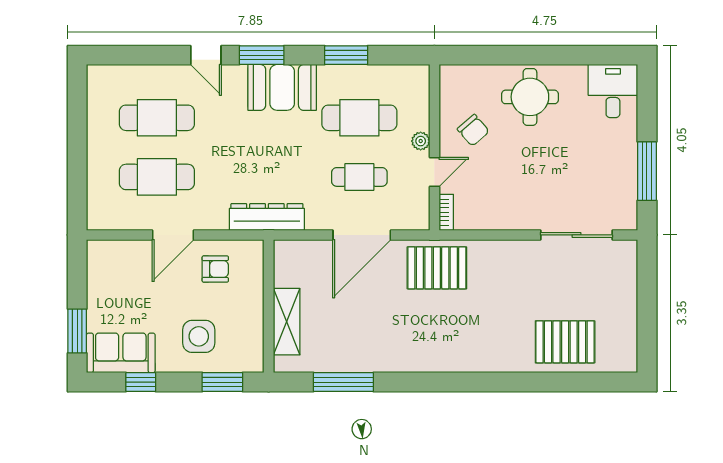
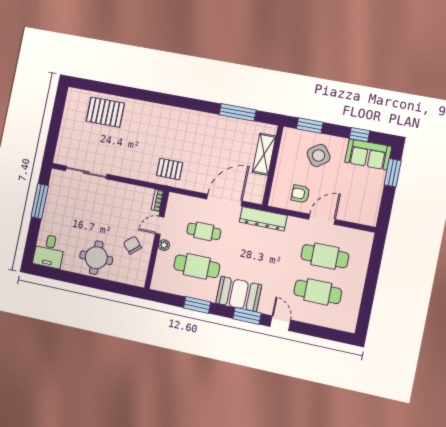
door: (362, 235) -> (224, 200), moved
pallet: (437, 268) -> (170, 169), width x0.67, depth x0.71
side table: (199, 336) -> (319, 155), turned -36

